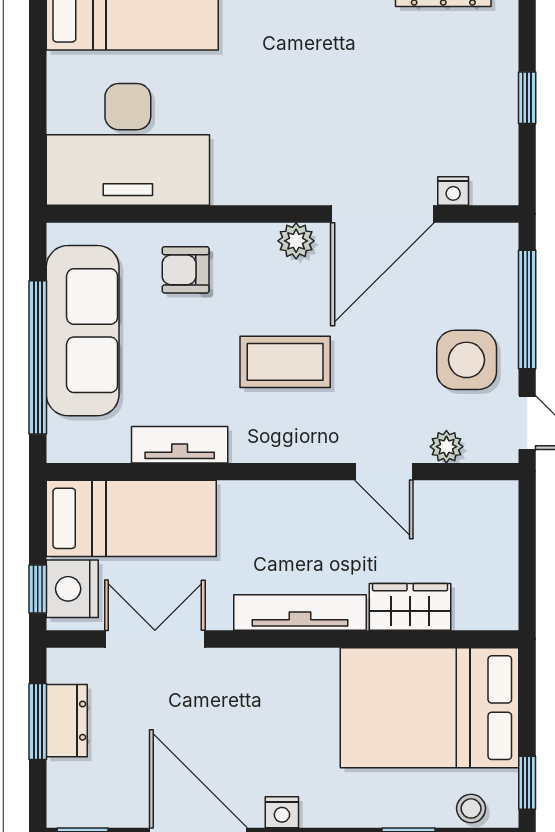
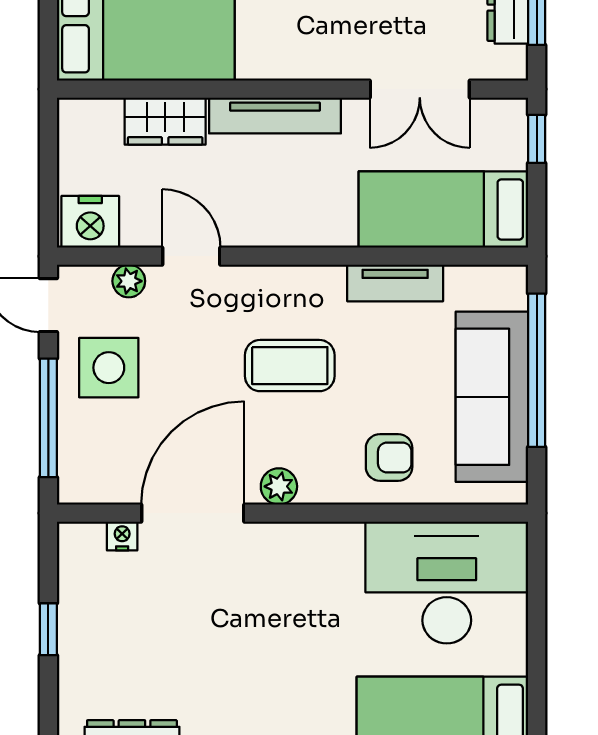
nightstand: (72, 589) -> (90, 222), moved, turned 90

